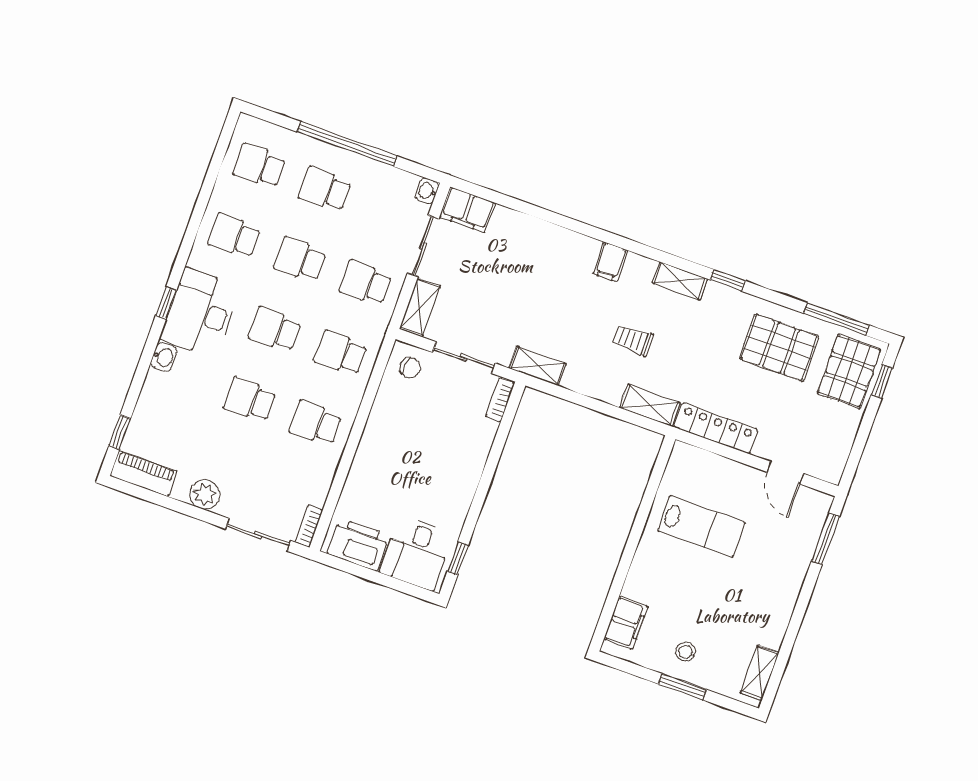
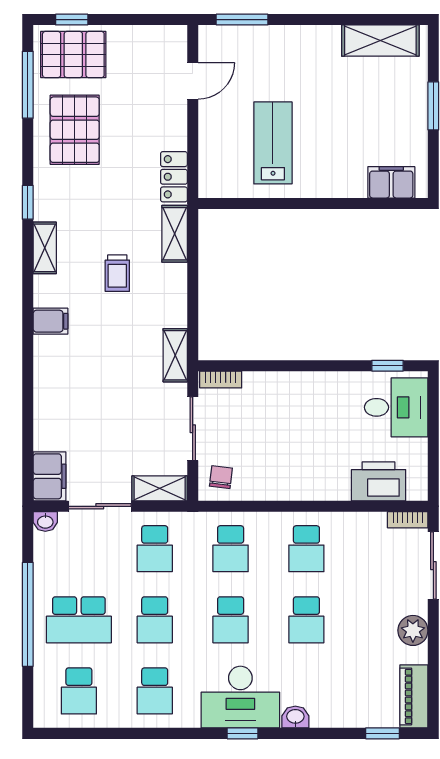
school desk: (325, 189) -> (79, 620), width x1.85
locker: (716, 428) -> (174, 177), width x0.66
printer: (358, 545) -> (379, 481), moved, turned 90
stool: (685, 652) -> (399, 115), removed
shelving: (760, 673) -> (380, 41), width x1.50, depth x1.33

